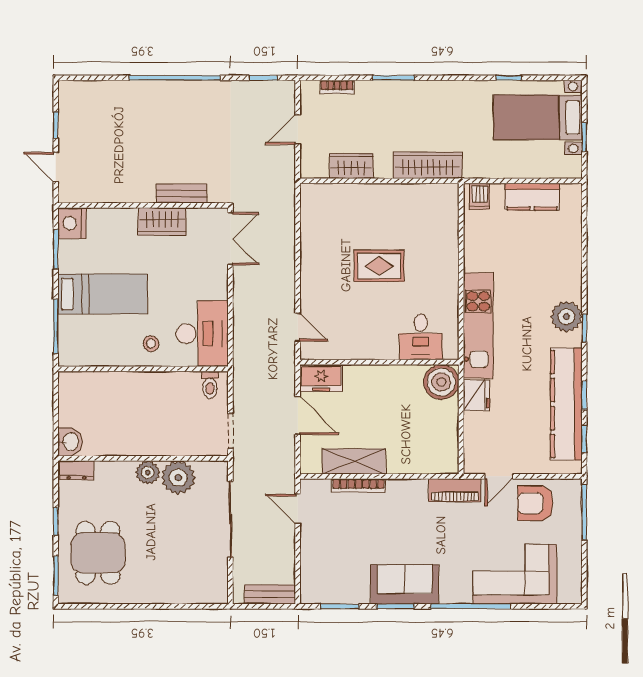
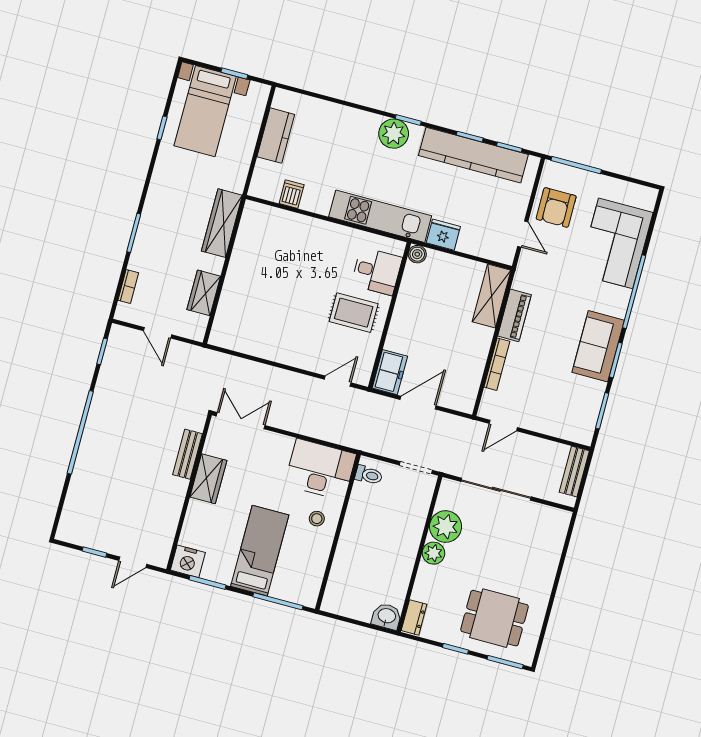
dishwasher: (479, 196) -> (292, 194), moved, turned -90
rug: (379, 266) -> (354, 313), moved, turned 90
boiler: (441, 382) -> (417, 254), width x0.54, depth x0.54
shelving: (354, 461) -> (492, 296), moved
piano: (455, 490) -> (514, 315), moved

